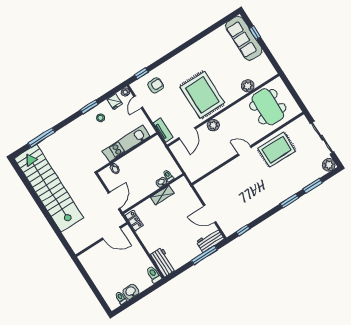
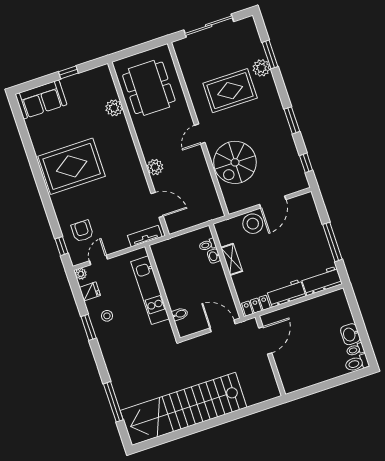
window: (255, 33) -> (68, 72), moved
sofa: (244, 38) -> (41, 99), width x0.73
rug: (202, 95) -> (72, 166), moved
door: (138, 102) -> (98, 260), swing flipped
dining table: (268, 107) -> (149, 88), turned 90
rug: (277, 150) -> (230, 91), moved, turned 90
plant: (329, 165) -> (261, 68), moved
spiral stairs: (231, 180) -> (235, 162), added
window: (289, 201) -> (292, 120), moved
stool: (191, 204) -> (253, 224), added
workbench: (210, 240) -> (286, 293), moved, turned 90
window: (204, 255) -> (332, 242), moved
toilet: (154, 275) -> (357, 363), moved

